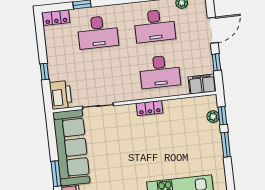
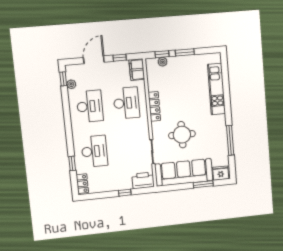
door: (213, 30) -> (94, 60), hinge flipped
locker: (150, 108) -> (154, 106), width x1.53
round table: (121, 144) -> (182, 135), added

